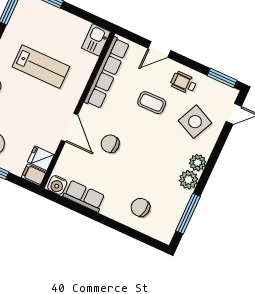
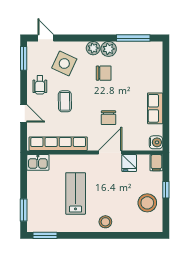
fridge: (41, 158) -> (129, 163), moved
row of seats: (84, 196) -> (155, 108), moved
chair: (140, 207) -> (104, 73), moved, turned -98

